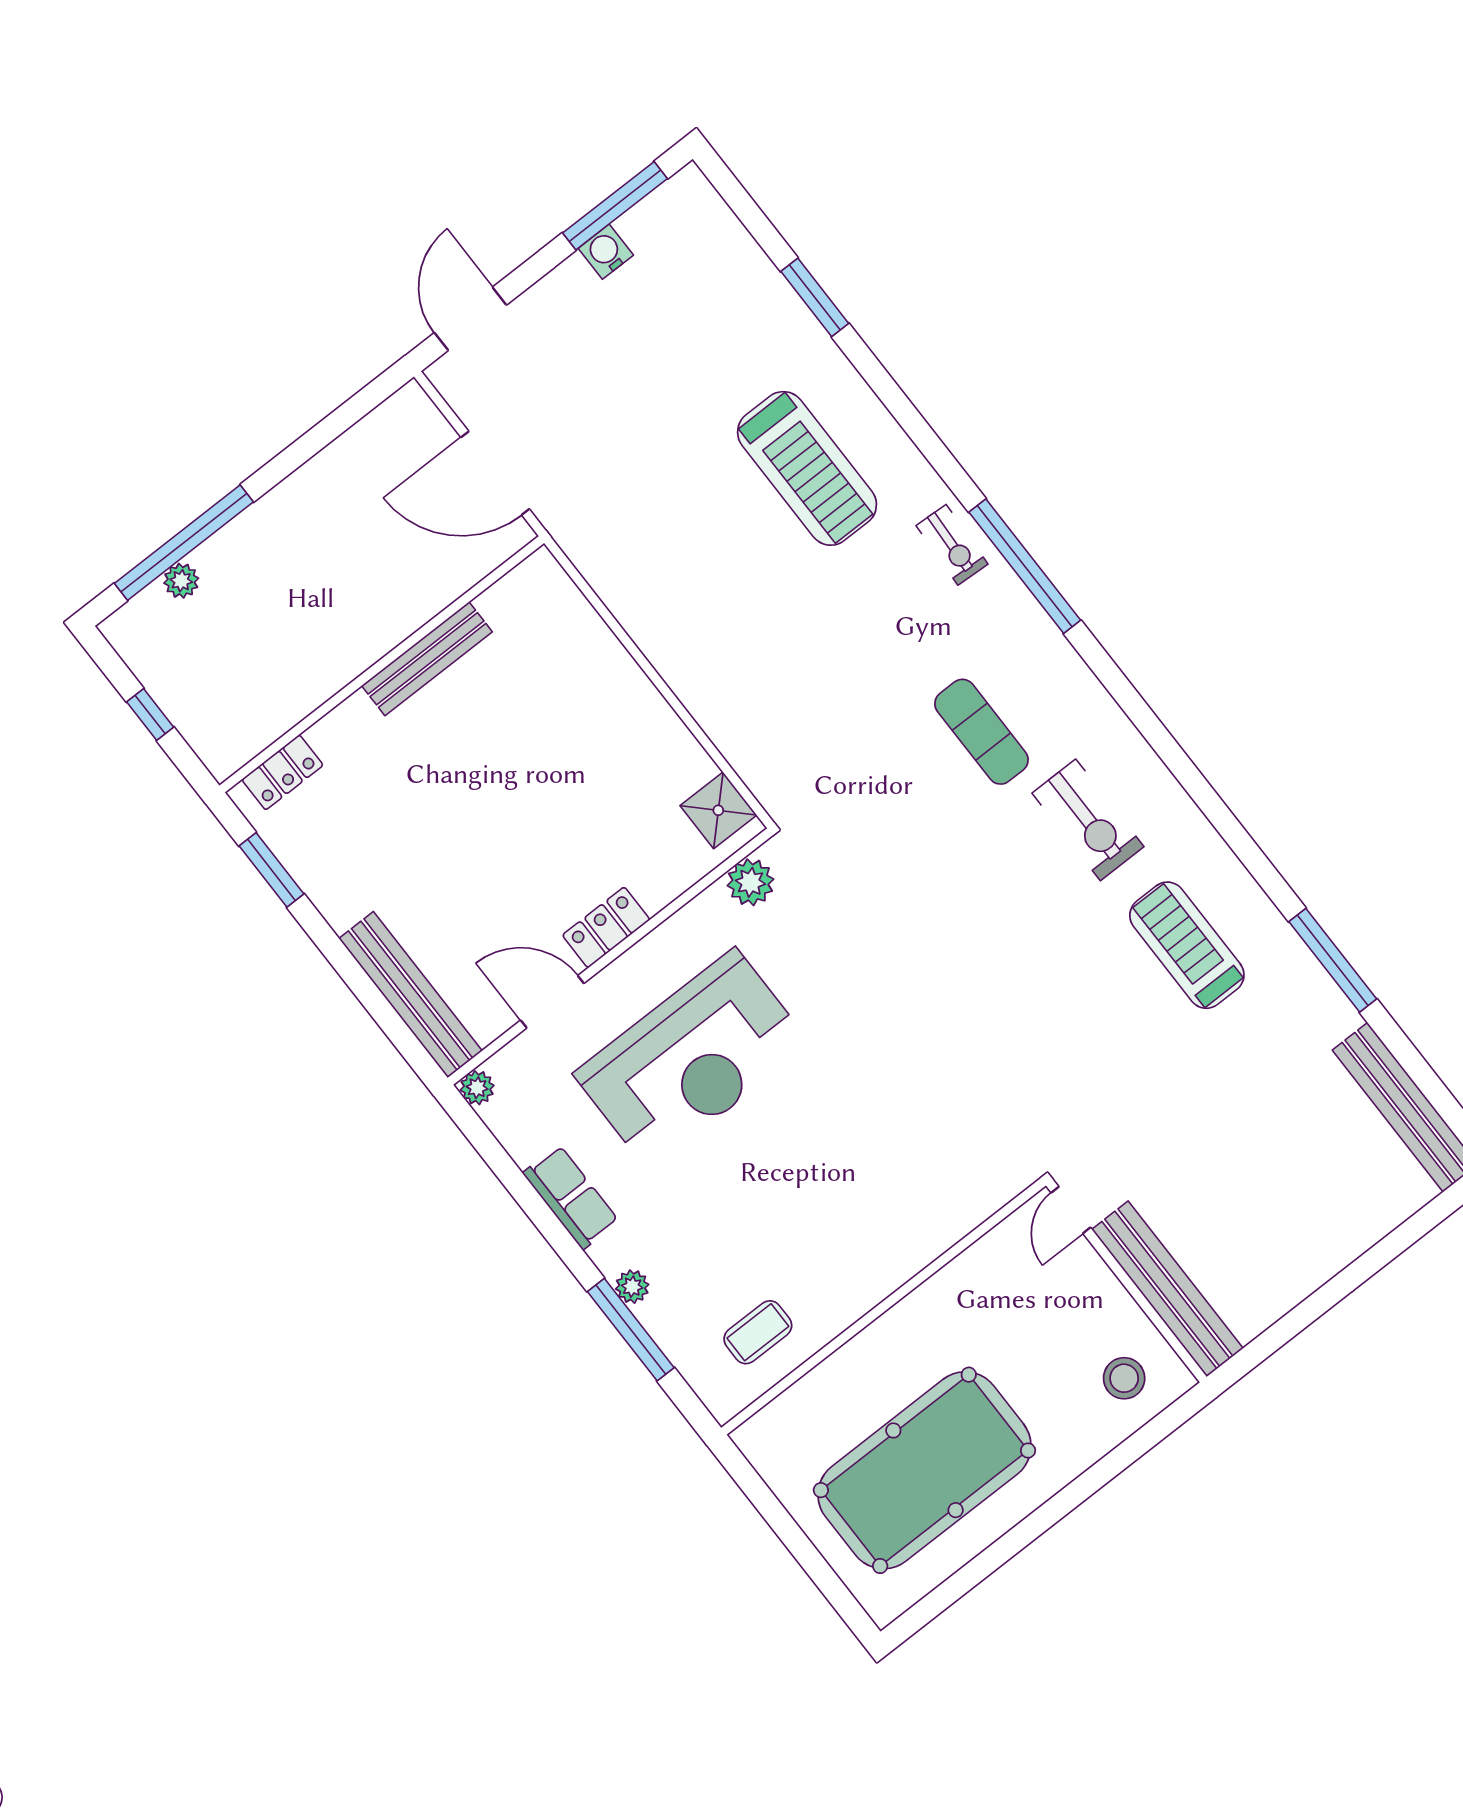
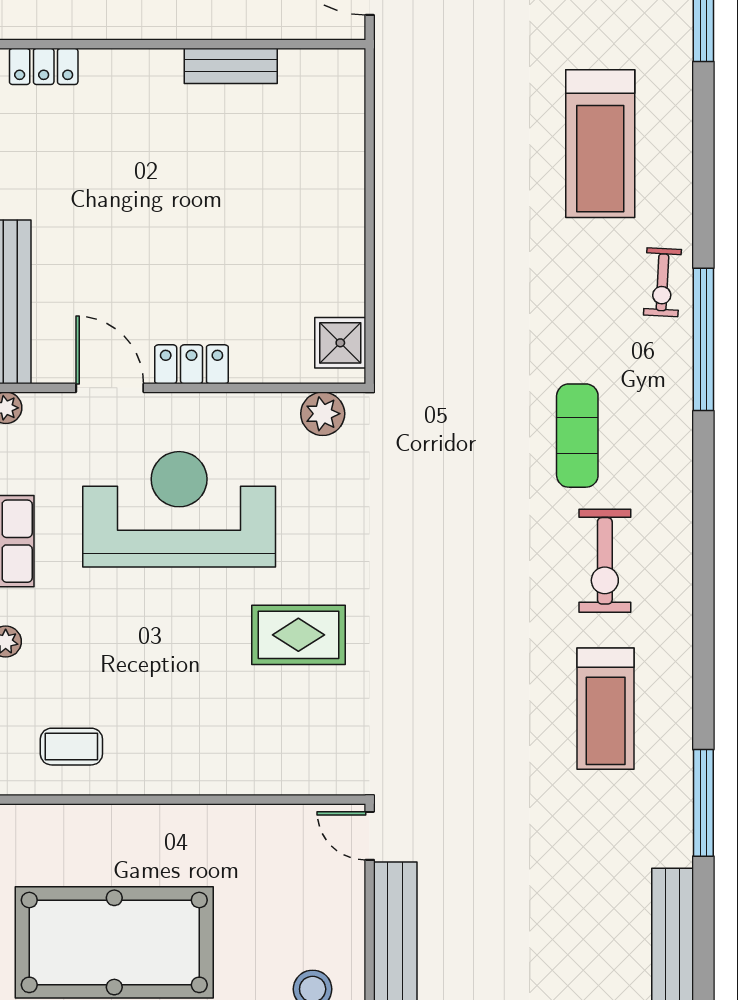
bench: (427, 659) -> (231, 66), width x0.73
treadmill: (1187, 945) -> (606, 709), turned 180
reception desk: (692, 1059) -> (179, 509), turned 180
rug: (877, 1086) -> (298, 635), added
door: (1071, 1210) -> (370, 836), hinge flipped

